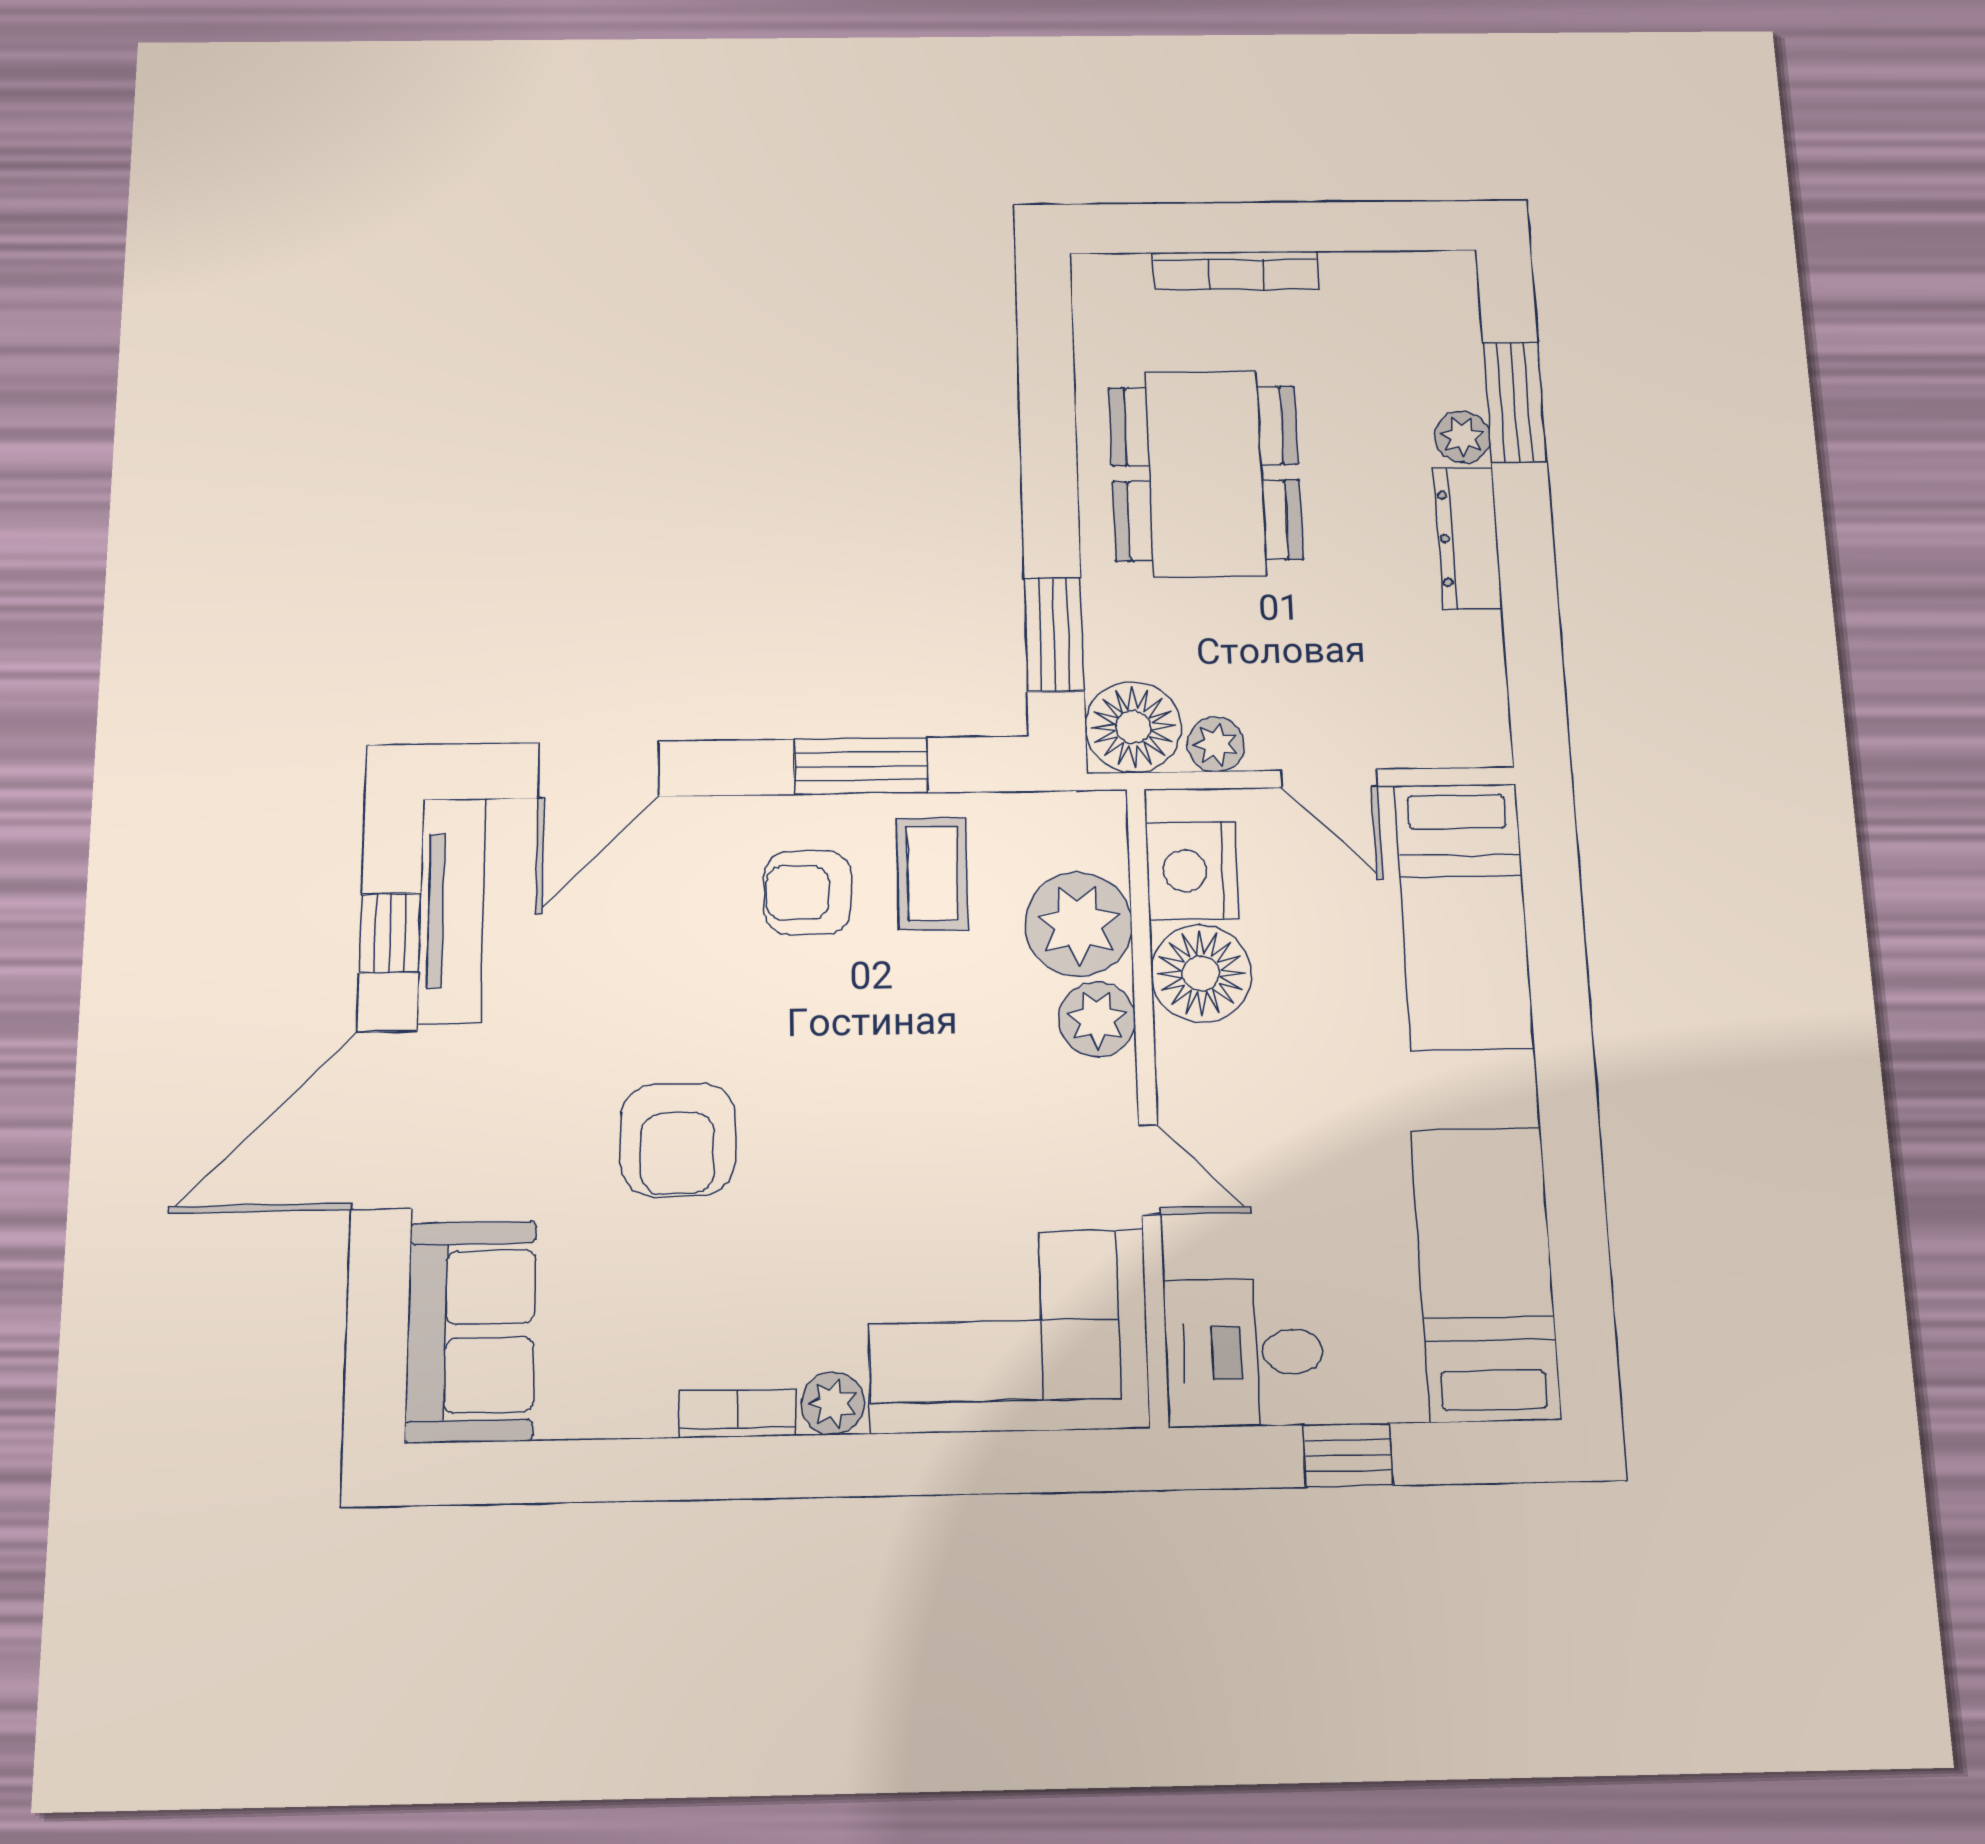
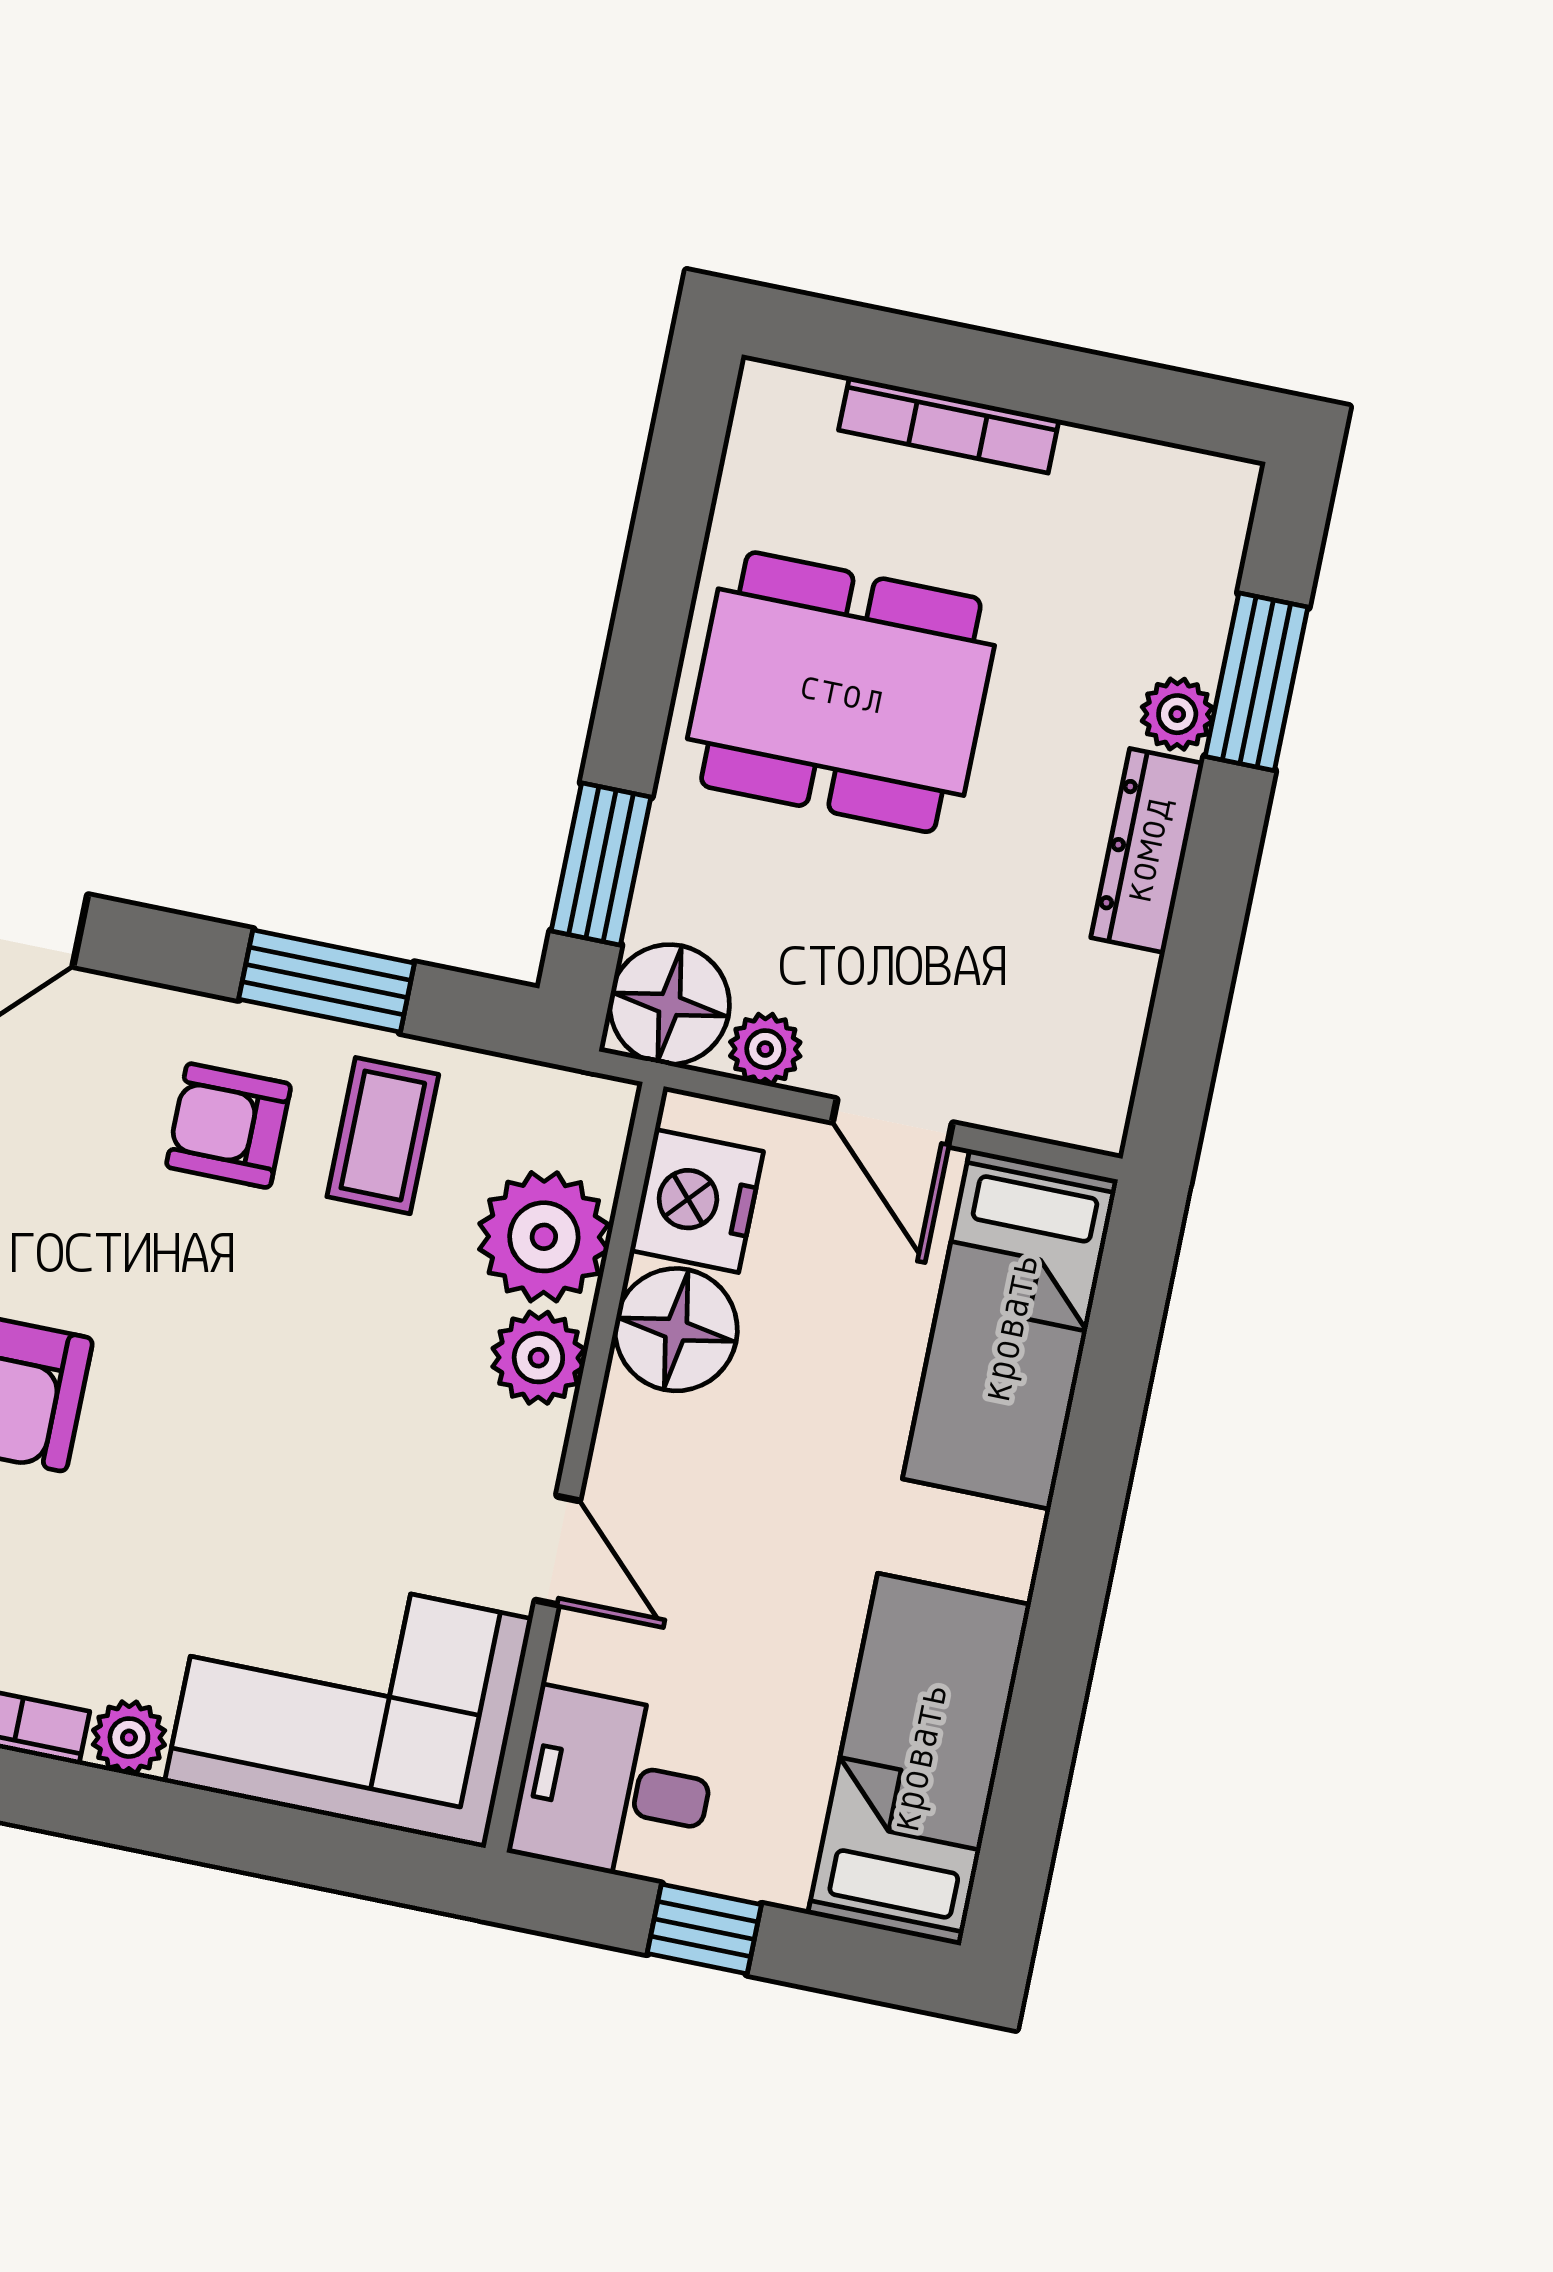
dining table: (1206, 473) -> (841, 692), turned 90

